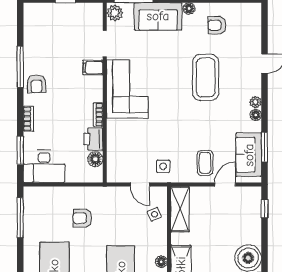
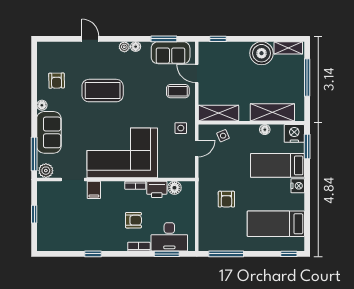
window: (20, 67) -> (93, 254), width x0.46
armchair: (37, 84) -> (133, 220), moved
corner sofa: (127, 89) -> (122, 153), width x1.36, depth x1.36
desk: (44, 166) -> (169, 237), moved, turned 90

